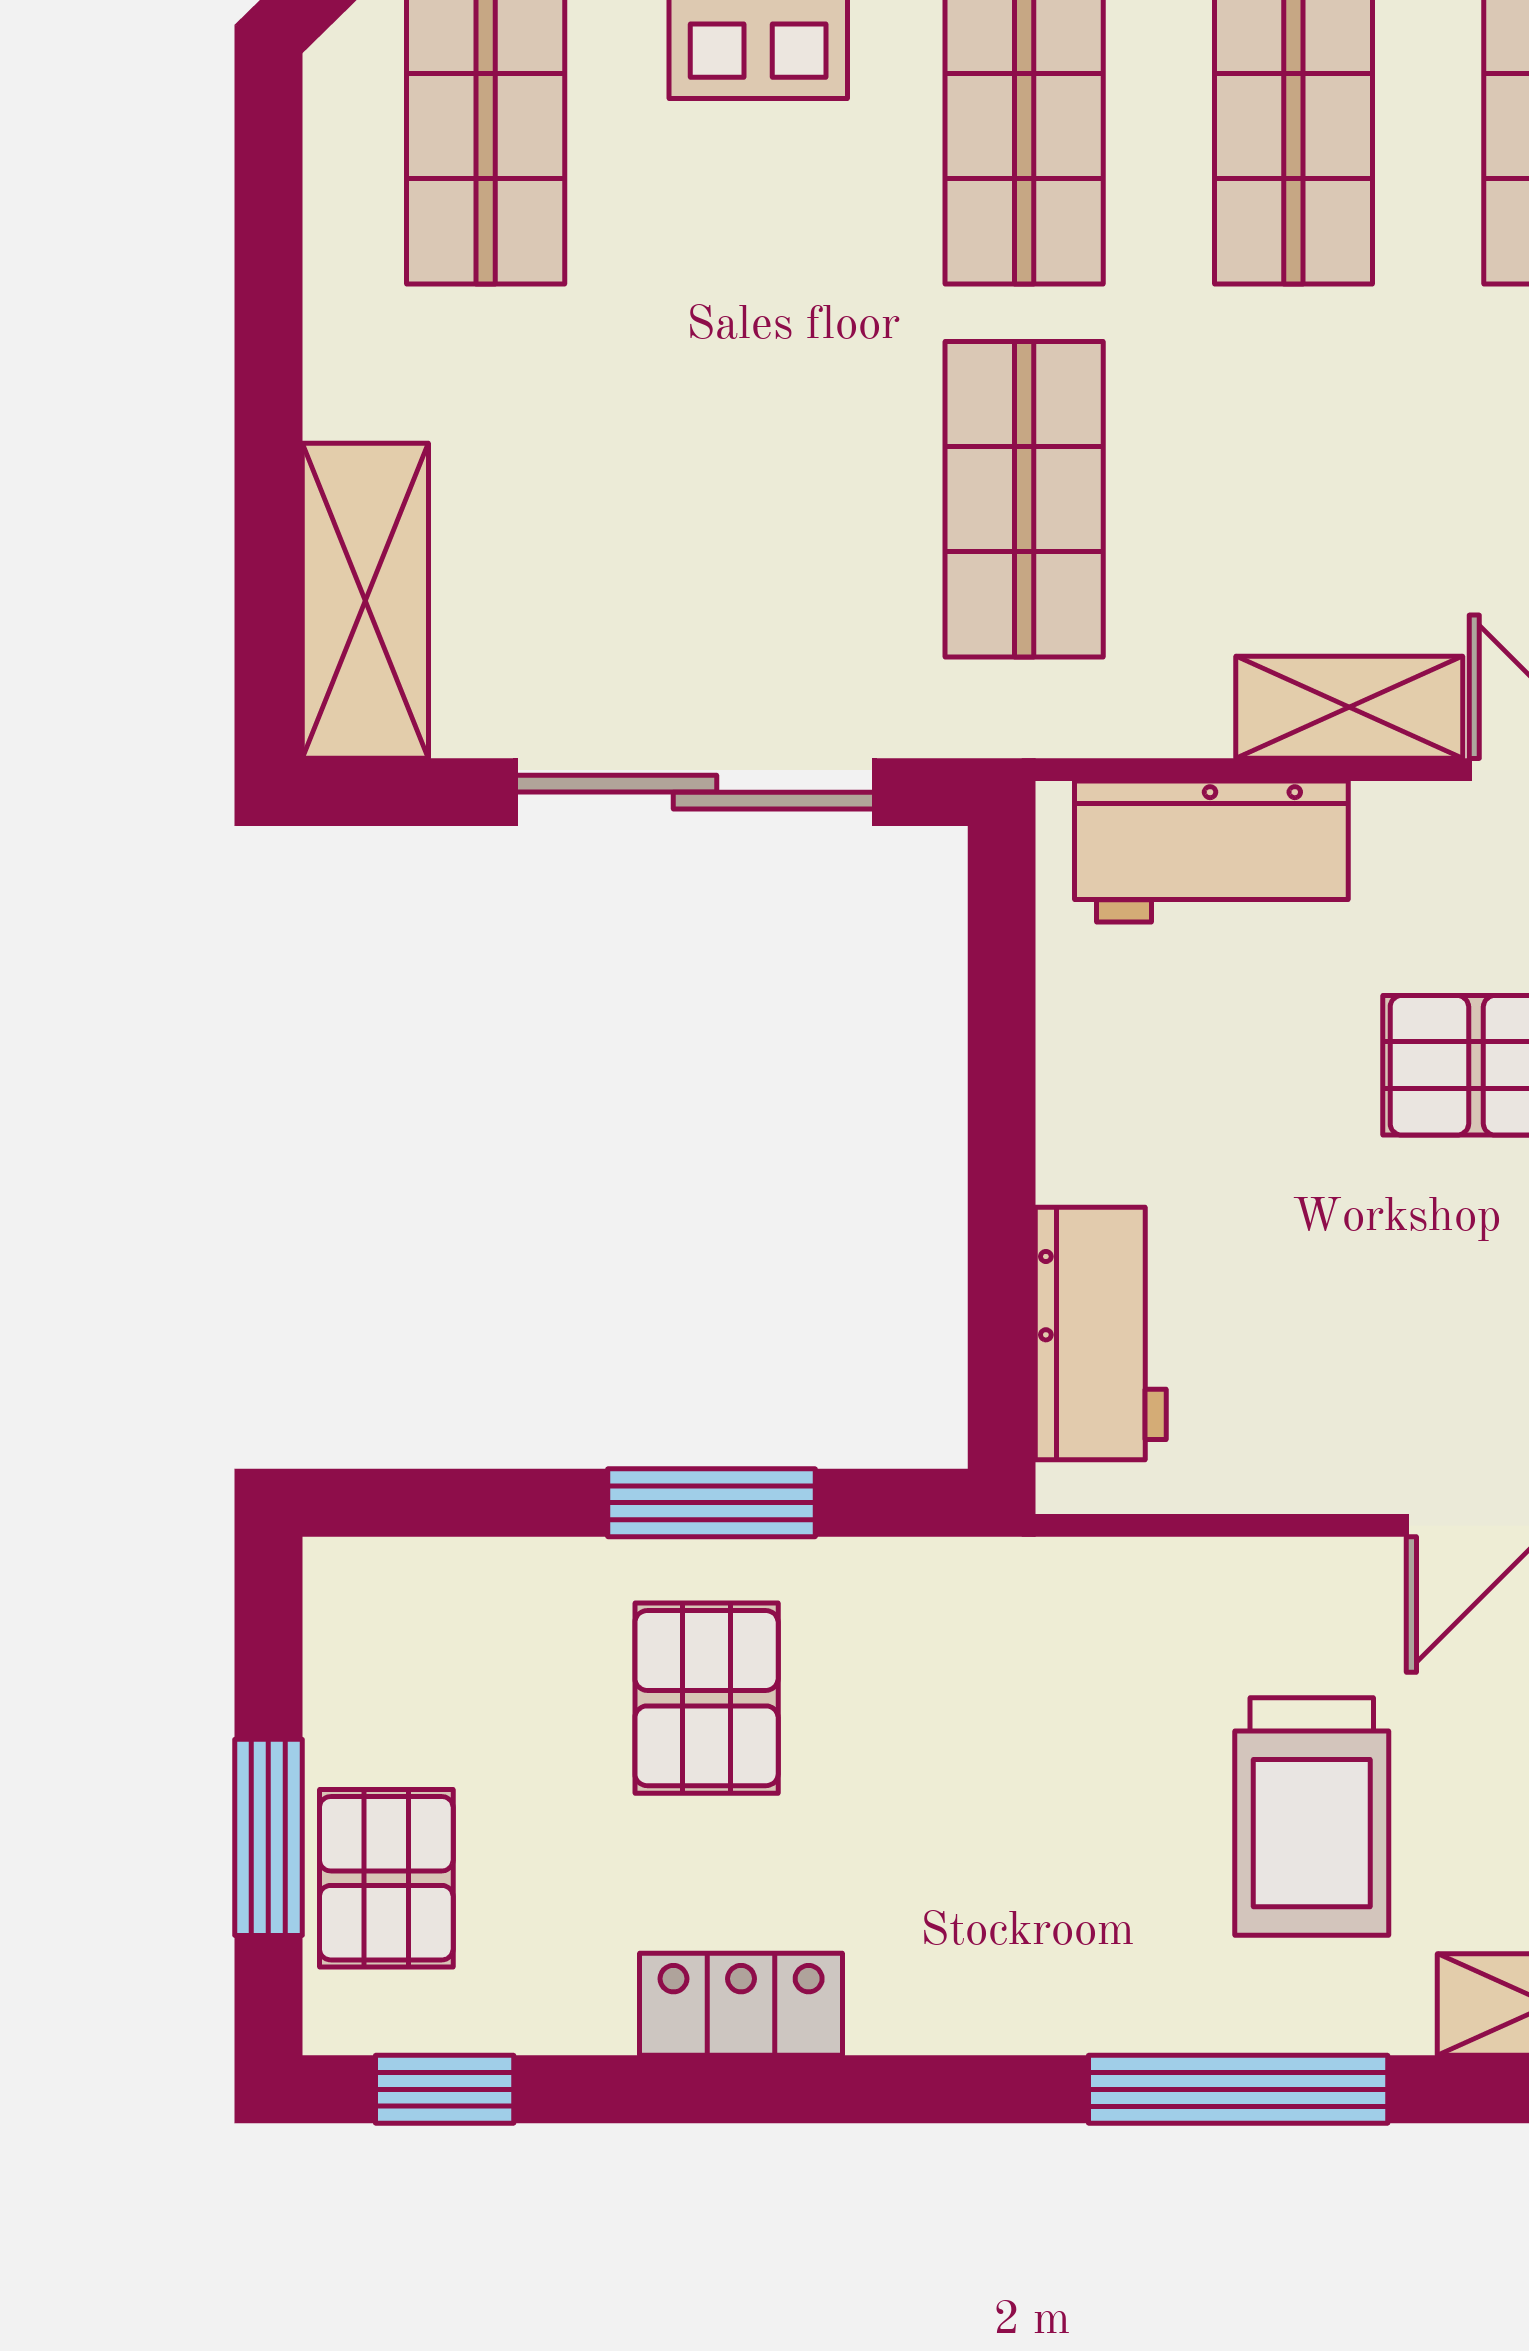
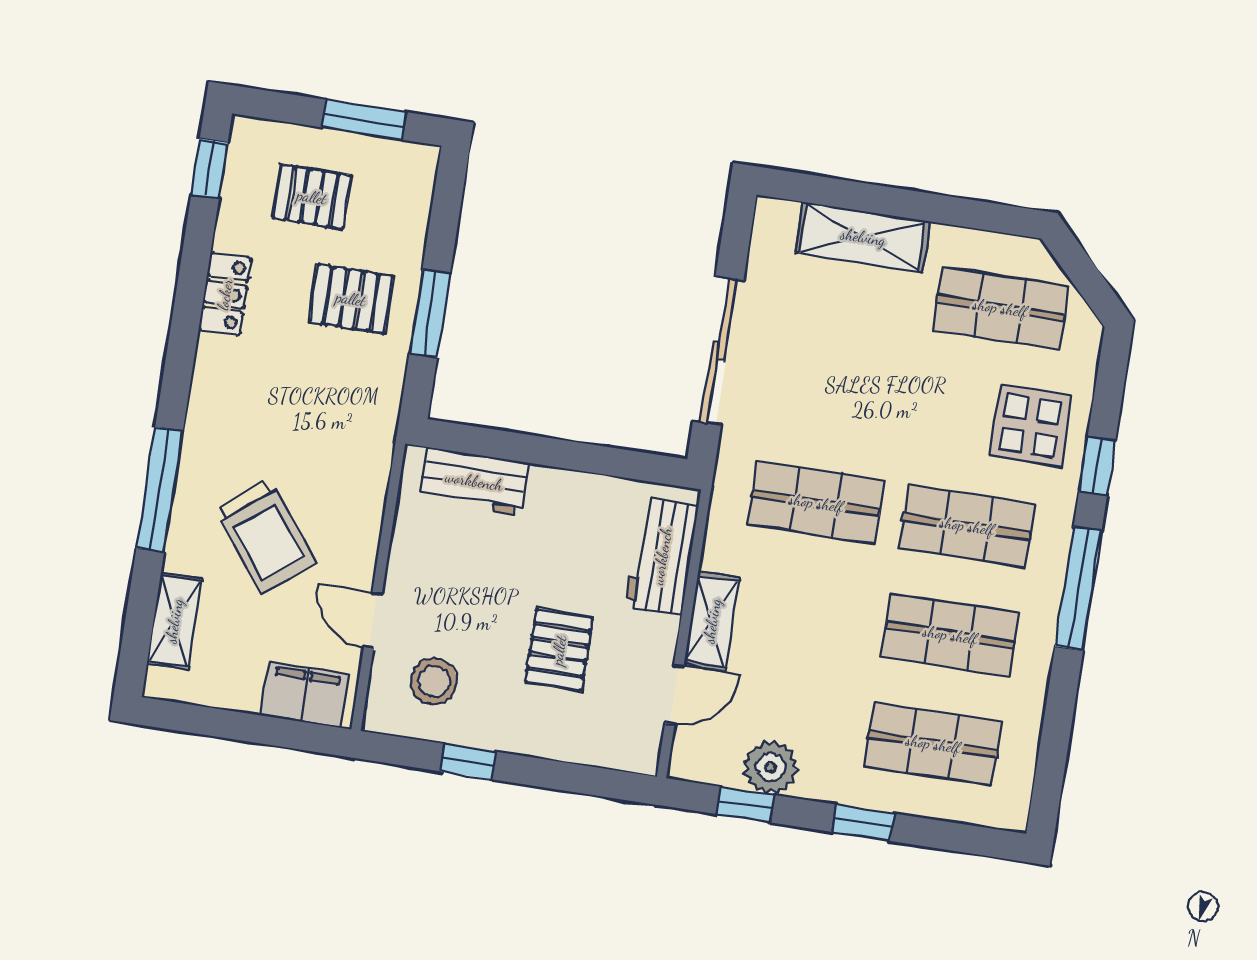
shelving: (365, 601) -> (863, 237), moved
trolley: (1312, 1817) -> (265, 536), turned -128
window: (268, 1837) -> (364, 120), moved
pallet: (386, 1878) -> (312, 197), moved

